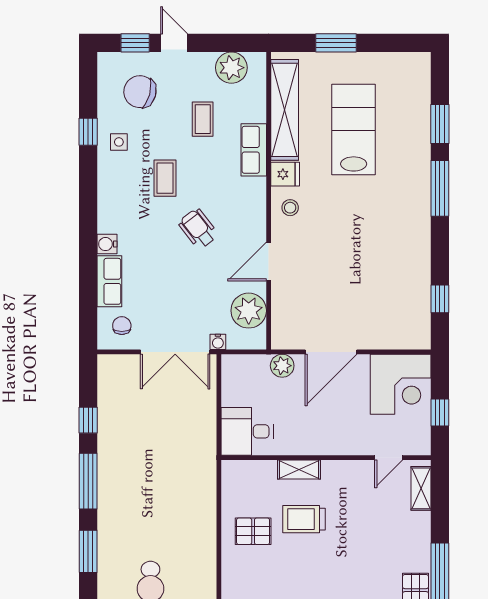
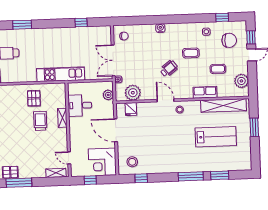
chair: (140, 92) -> (229, 40), turned 75
window: (88, 132) -> (222, 17), moved
fridge: (285, 174) -> (131, 109), moved
door: (269, 262) -> (166, 100), moved
row of seats: (109, 281) -> (144, 30), removed
stool: (403, 318) -> (132, 162), added
plant: (282, 366) -> (108, 95), moved
desk: (247, 431) -> (80, 105), moved, turned -90
kitchen unit: (202, 470) -> (61, 74), added
window: (88, 481) -> (54, 24), removed

